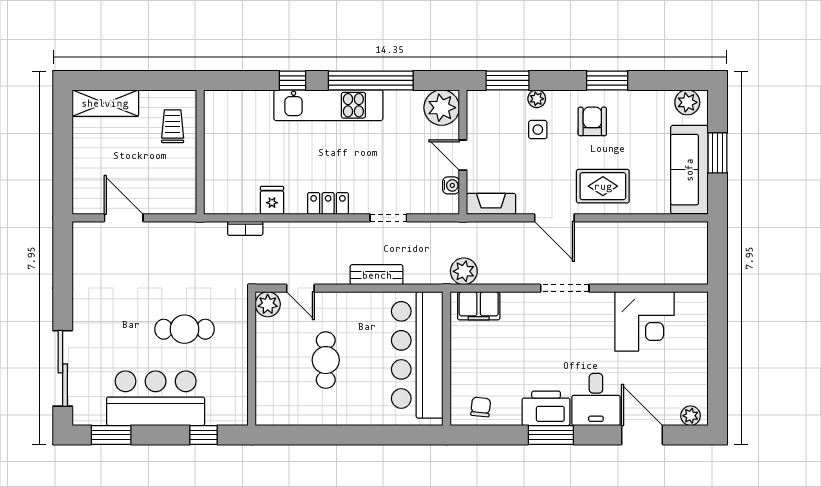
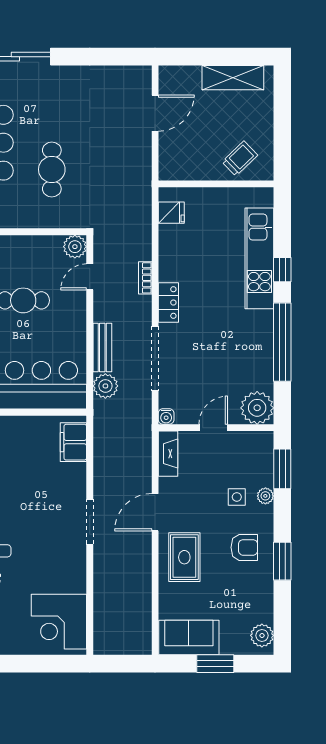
shelving: (105, 103) -> (233, 78), moved, turned 90
kitchen unit: (328, 105) -> (259, 258), moved
trolley: (173, 126) -> (240, 158), turned -44
sofa: (689, 170) -> (189, 637), width x0.73
water cooler: (451, 185) -> (166, 416), moved
fridge: (272, 200) -> (171, 213), moved
doorway: (388, 218) -> (155, 358), width x1.88
bookcase: (245, 228) -> (145, 278), moved
plant: (464, 271) -> (105, 386), moved
corner desk: (644, 321) -> (59, 622), moved

